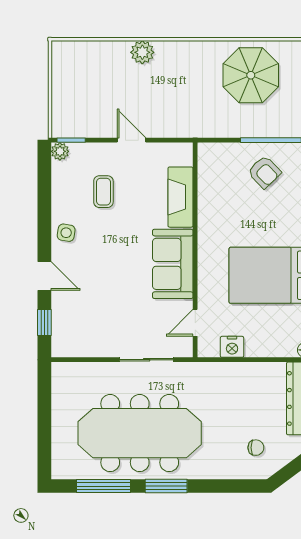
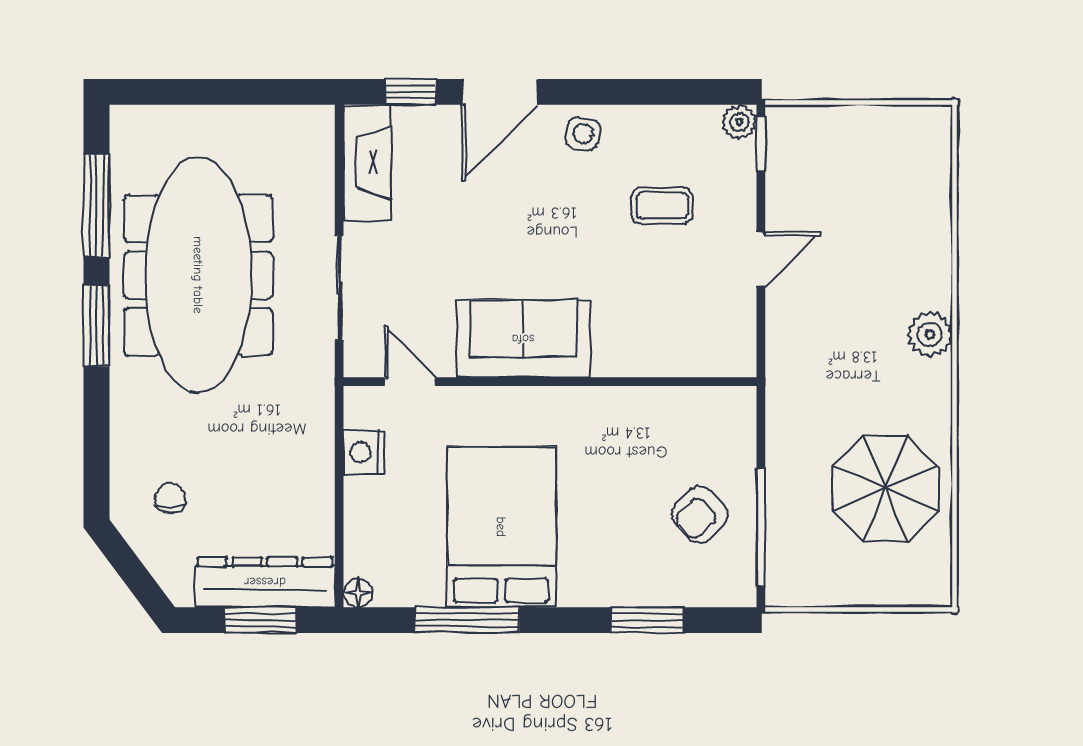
plant: (142, 52) -> (930, 334), moved
fireplace: (180, 197) -> (367, 163), moved, turned 90
door: (44, 276) -> (500, 92), width x1.38
chair: (256, 448) -> (170, 498), turned 180

